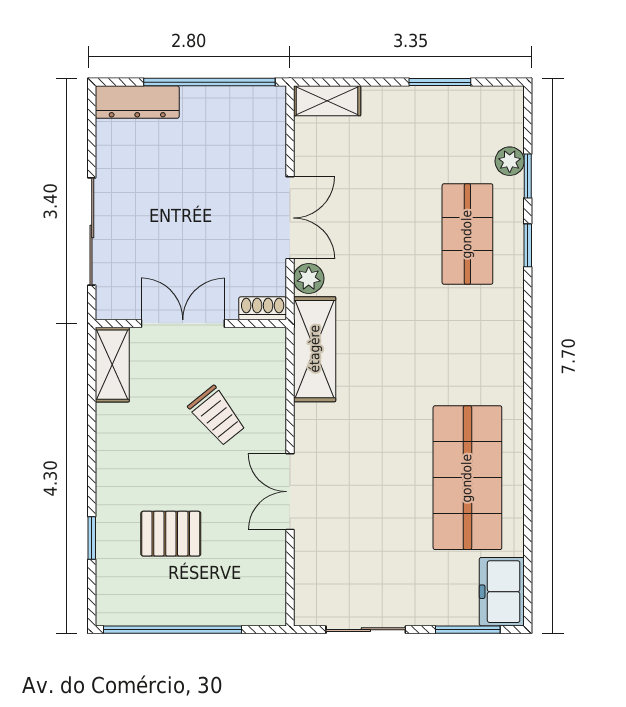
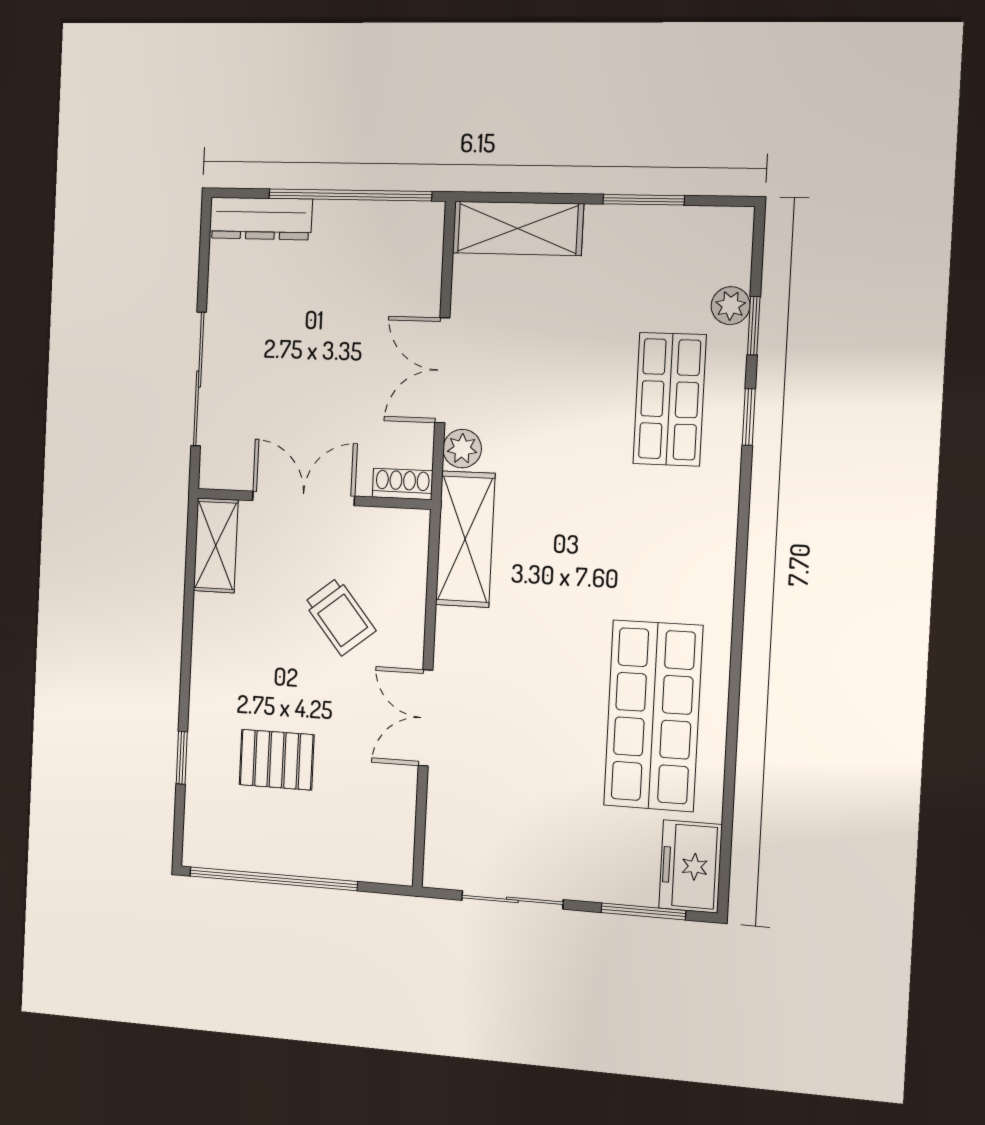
shelving: (327, 101) -> (518, 228), width x1.50, depth x1.33
double door: (290, 218) -> (442, 370), swing flipped

